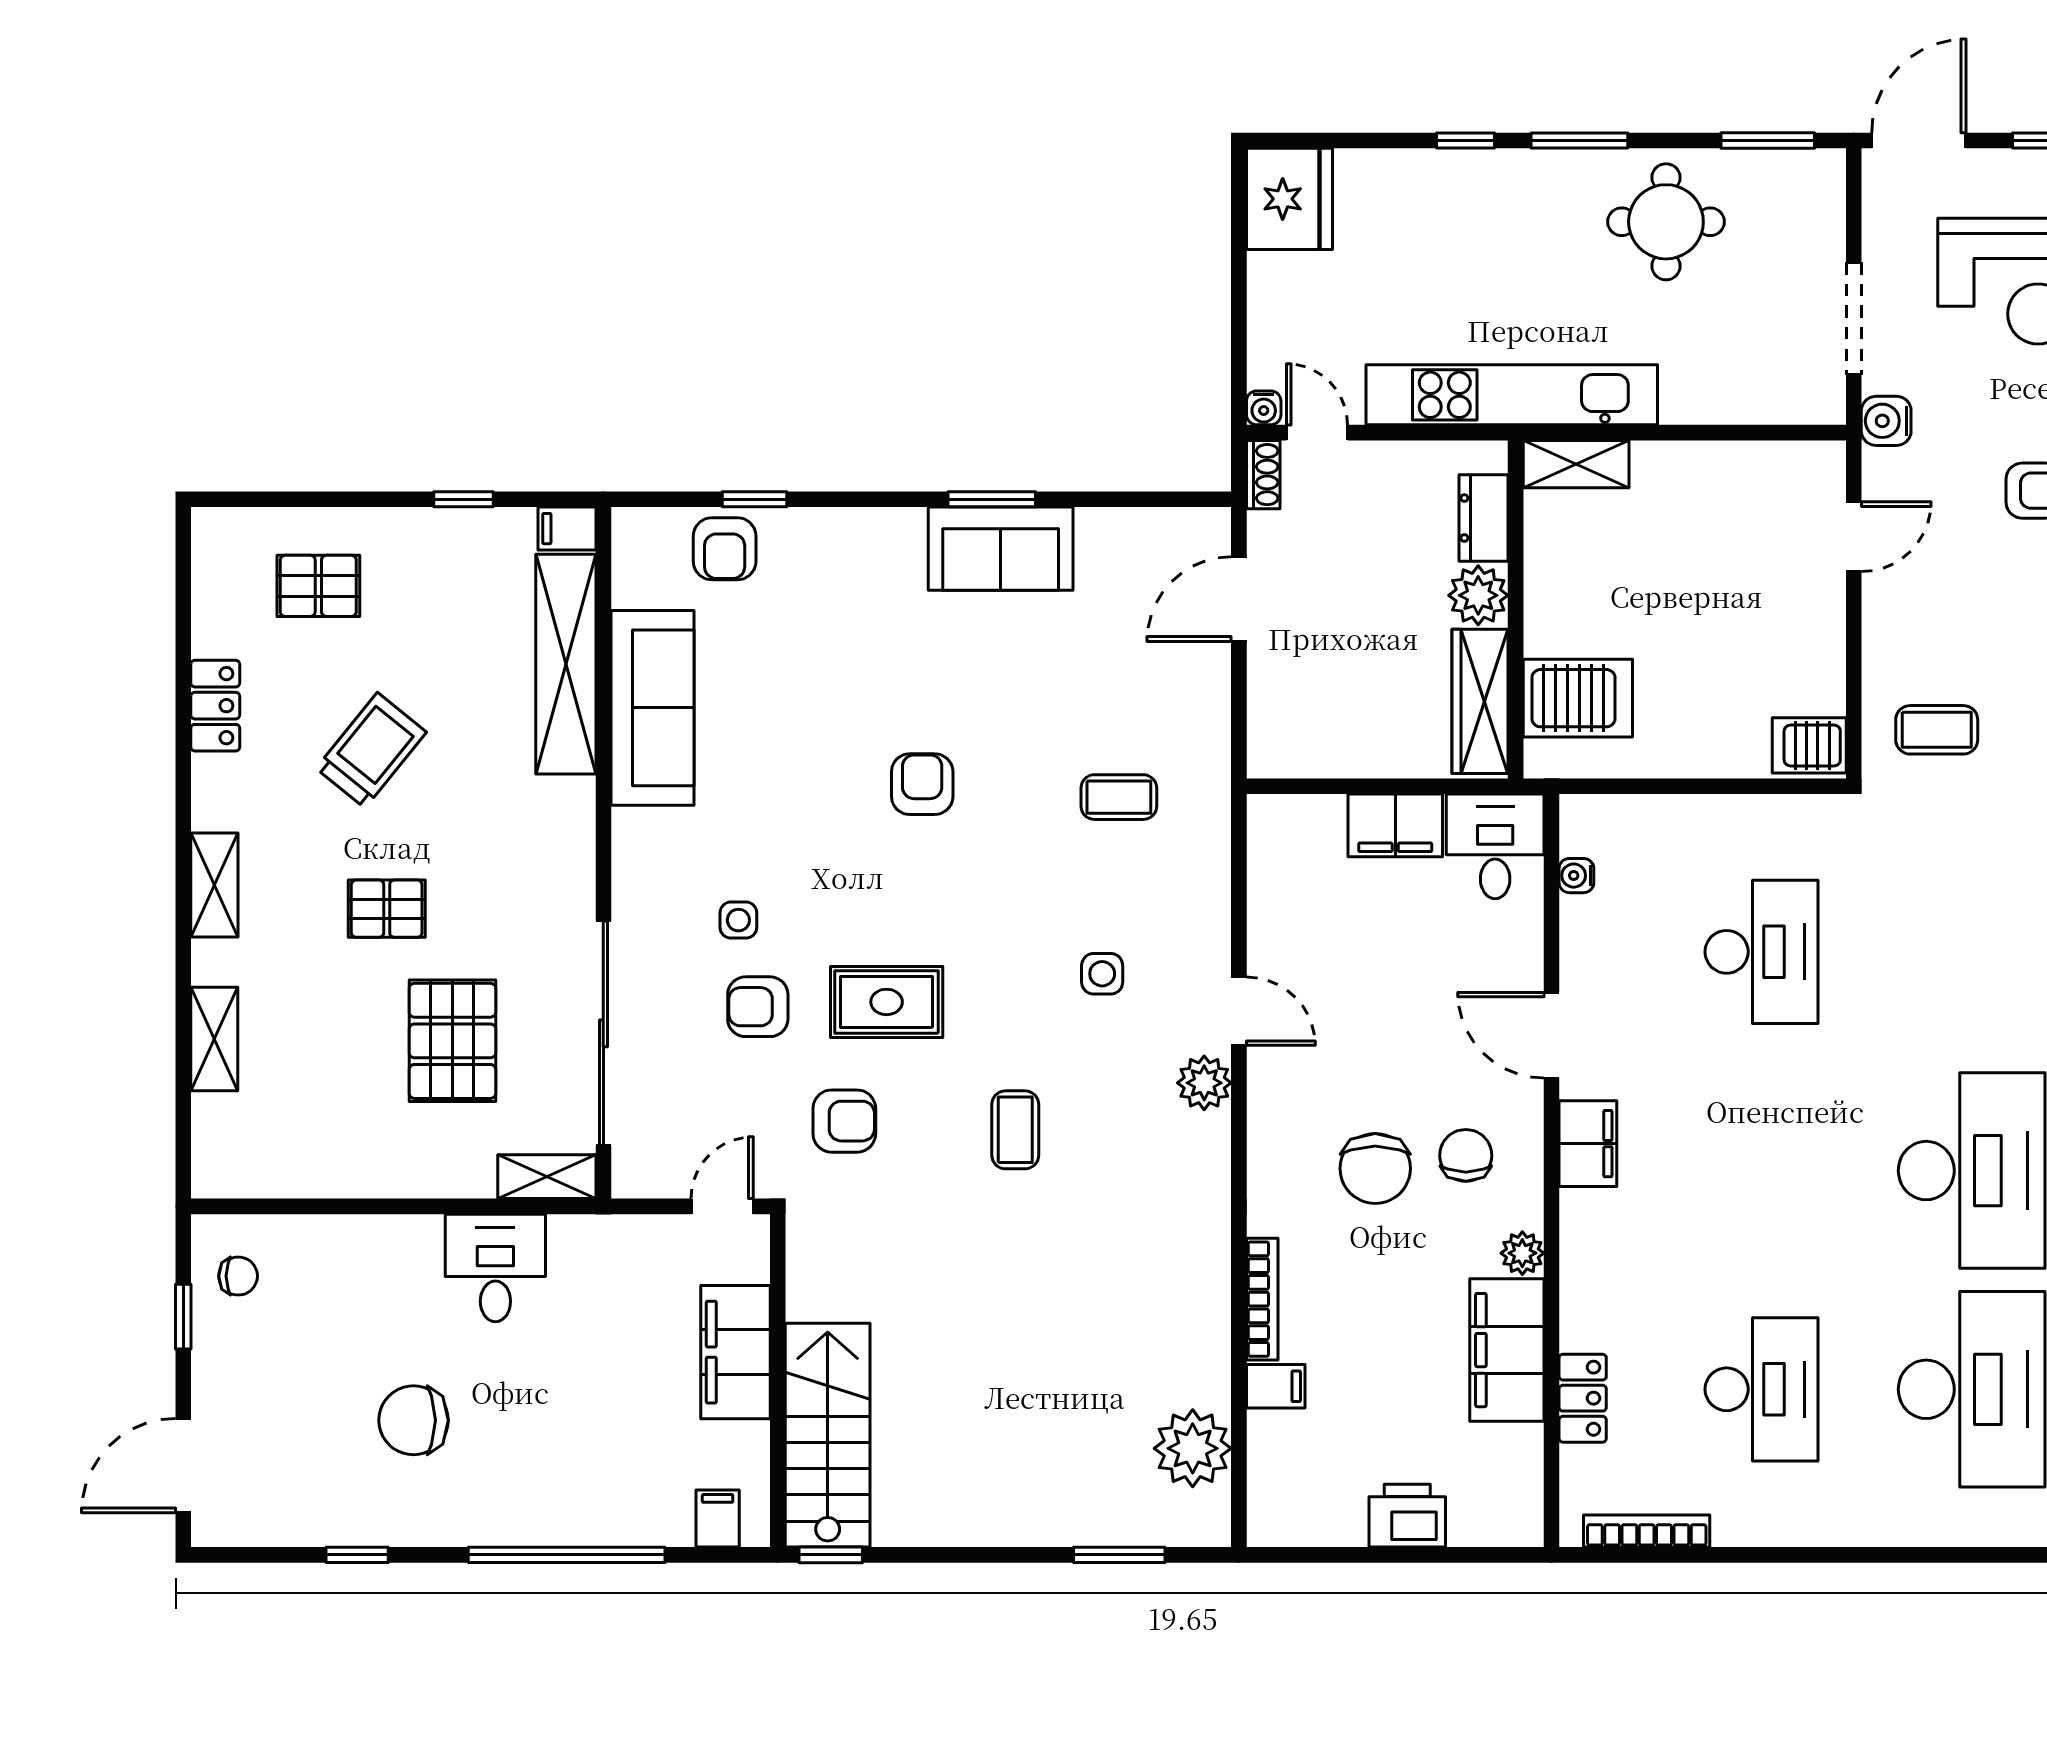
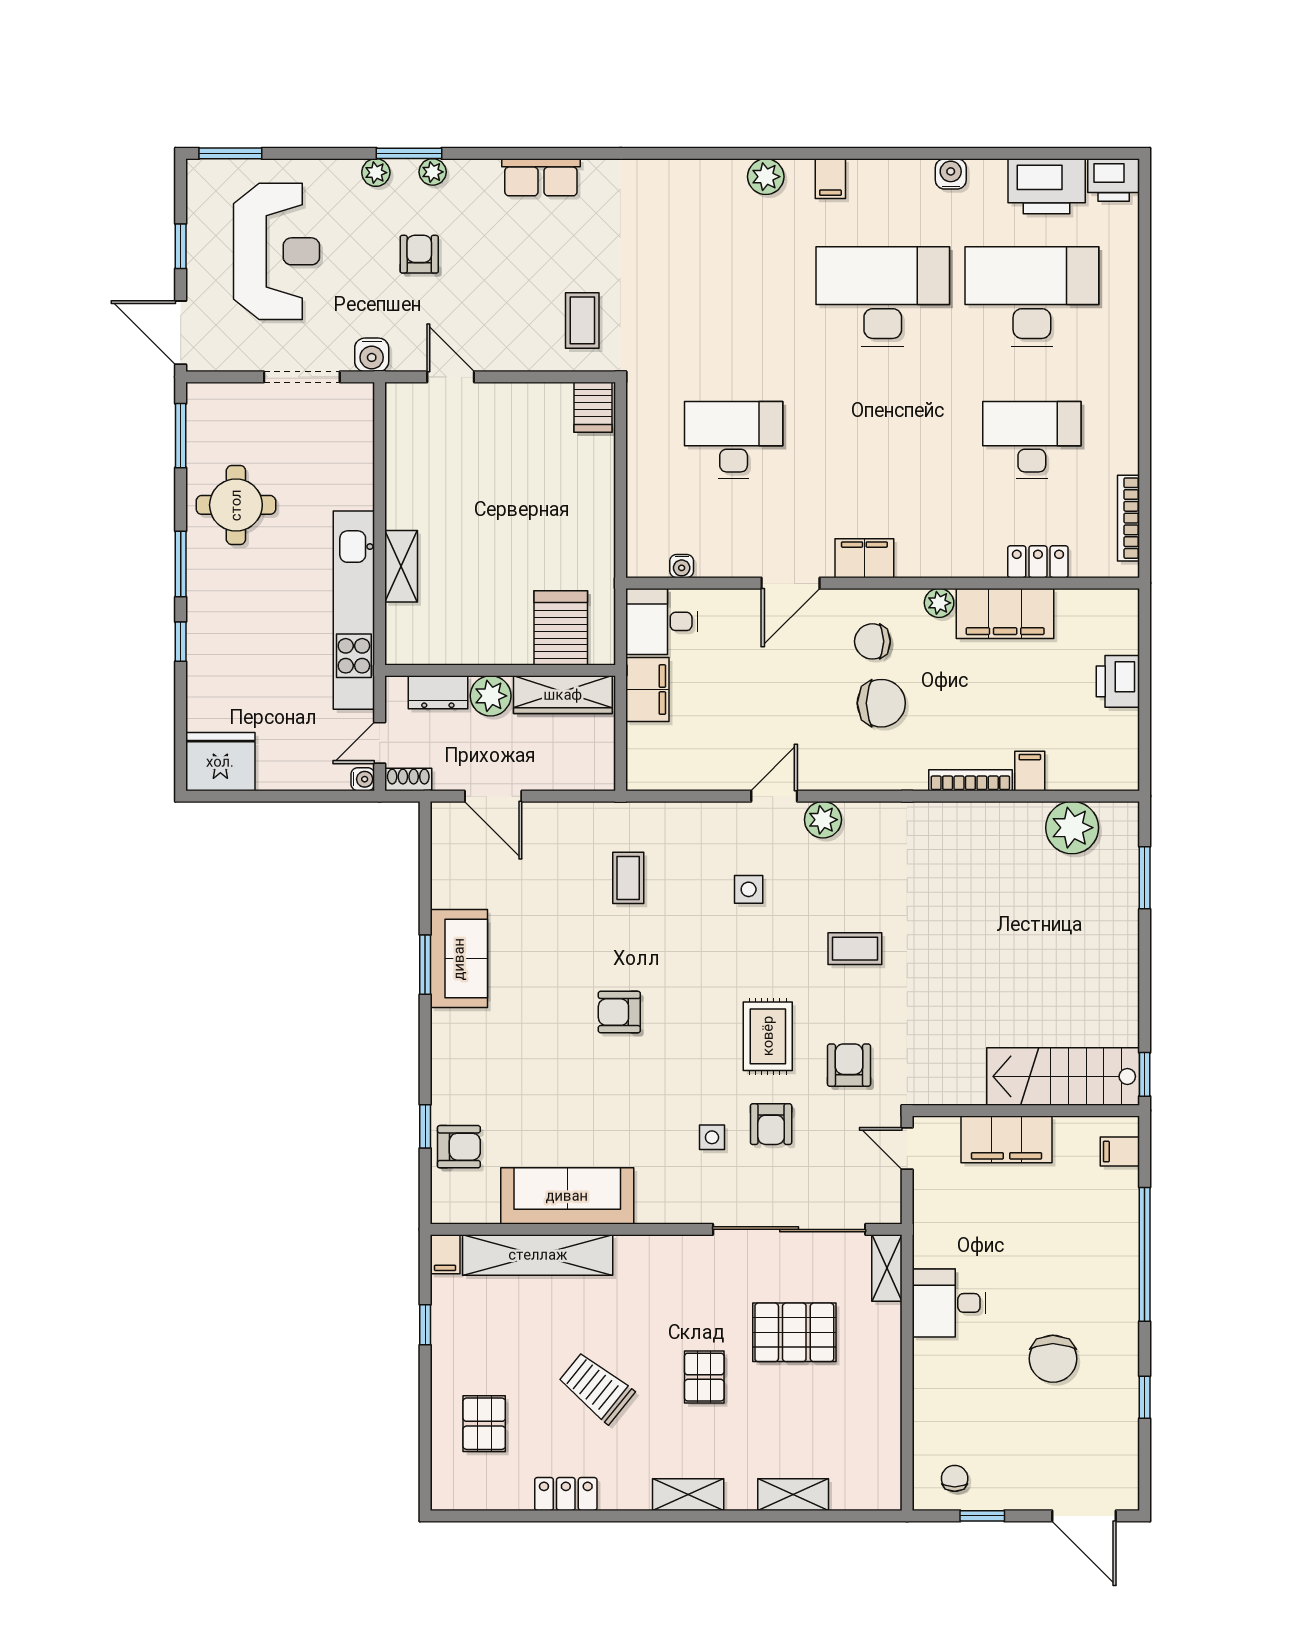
dresser: (1483, 518) -> (438, 692), moved
plant: (1478, 595) -> (491, 696), moved
wall: (1516, 609) -> (500, 670), moved
server rack: (1578, 698) -> (561, 628), moved
wardrobe: (1480, 701) -> (563, 695), moved

